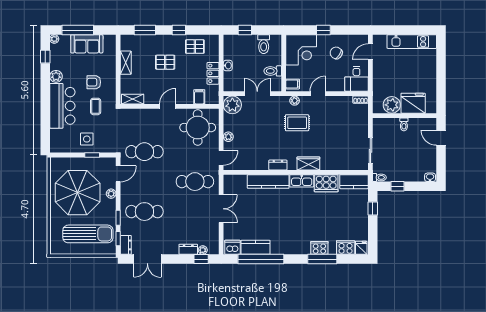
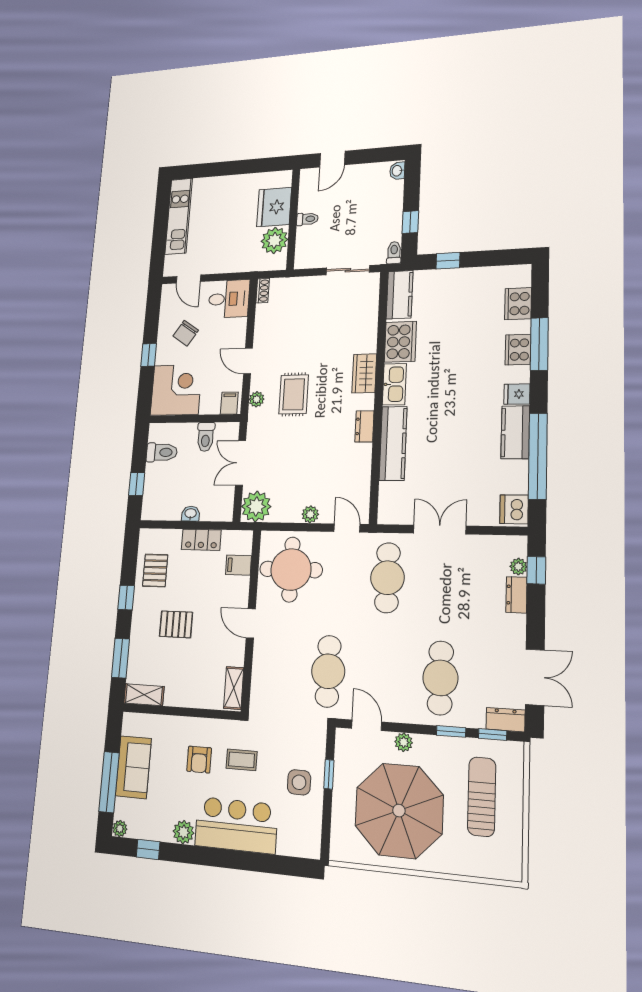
pallet: (165, 62) -> (176, 624), turned 90
shelving: (126, 63) -> (144, 695), moved
sun lounger: (88, 234) -> (482, 797), width x0.73, depth x0.75
kitchen counter: (255, 247) -> (515, 432), moved
fridge: (361, 248) -> (517, 394), moved

